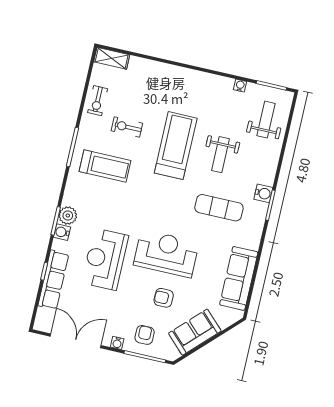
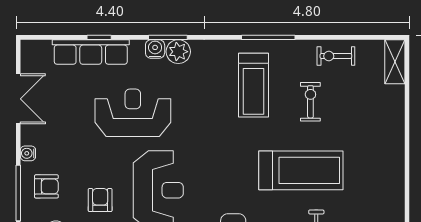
double door: (76, 341) -> (18, 99), width x0.73

